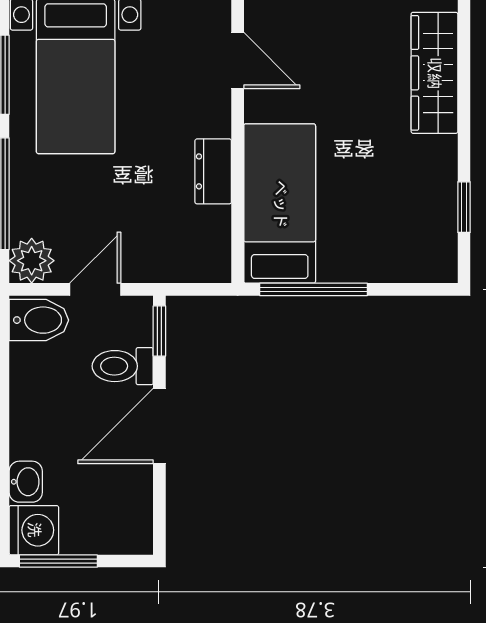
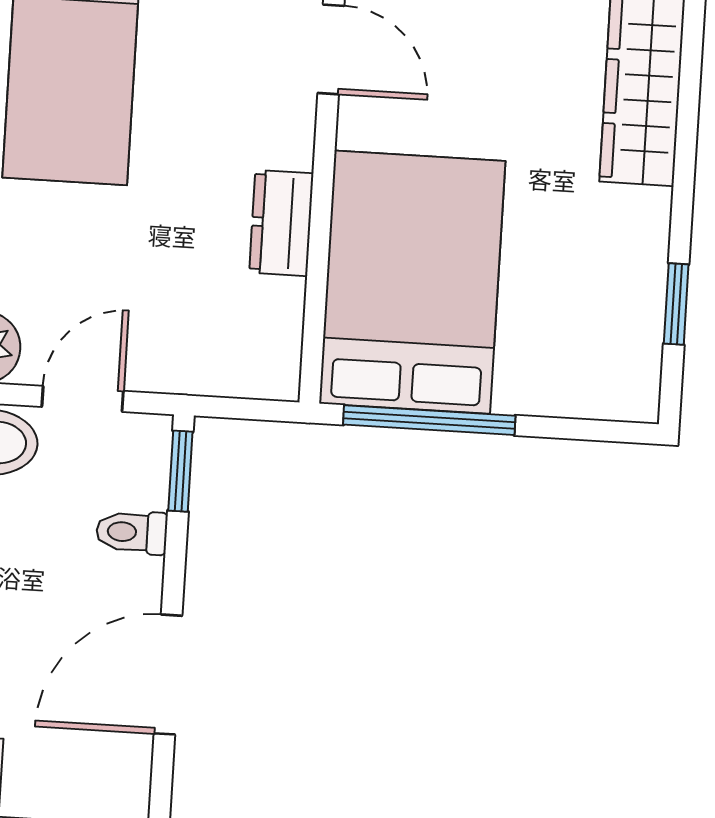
bed: (280, 204) -> (412, 282), width x1.50
toilet: (123, 366) -> (132, 532), width x0.73, depth x0.72
door: (159, 426) -> (168, 675), moved

